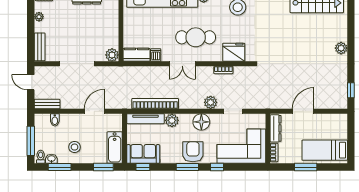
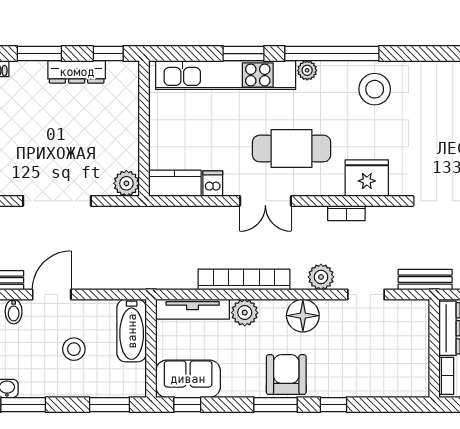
bookcase: (155, 104) -> (244, 279), moved
bench: (263, 104) -> (425, 280), added
door: (94, 111) -> (52, 295), moved
corner sofa: (241, 146) -> (382, 363), removed
stool: (75, 147) -> (74, 349), moved
bathtub: (115, 148) -> (132, 331), moved

